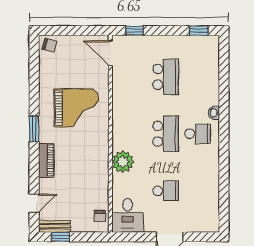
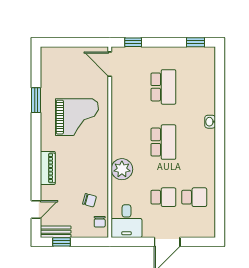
chair: (49, 45) -> (90, 200), moved
window: (34, 129) -> (36, 100), moved
school desk: (198, 134) -> (194, 197), moved

